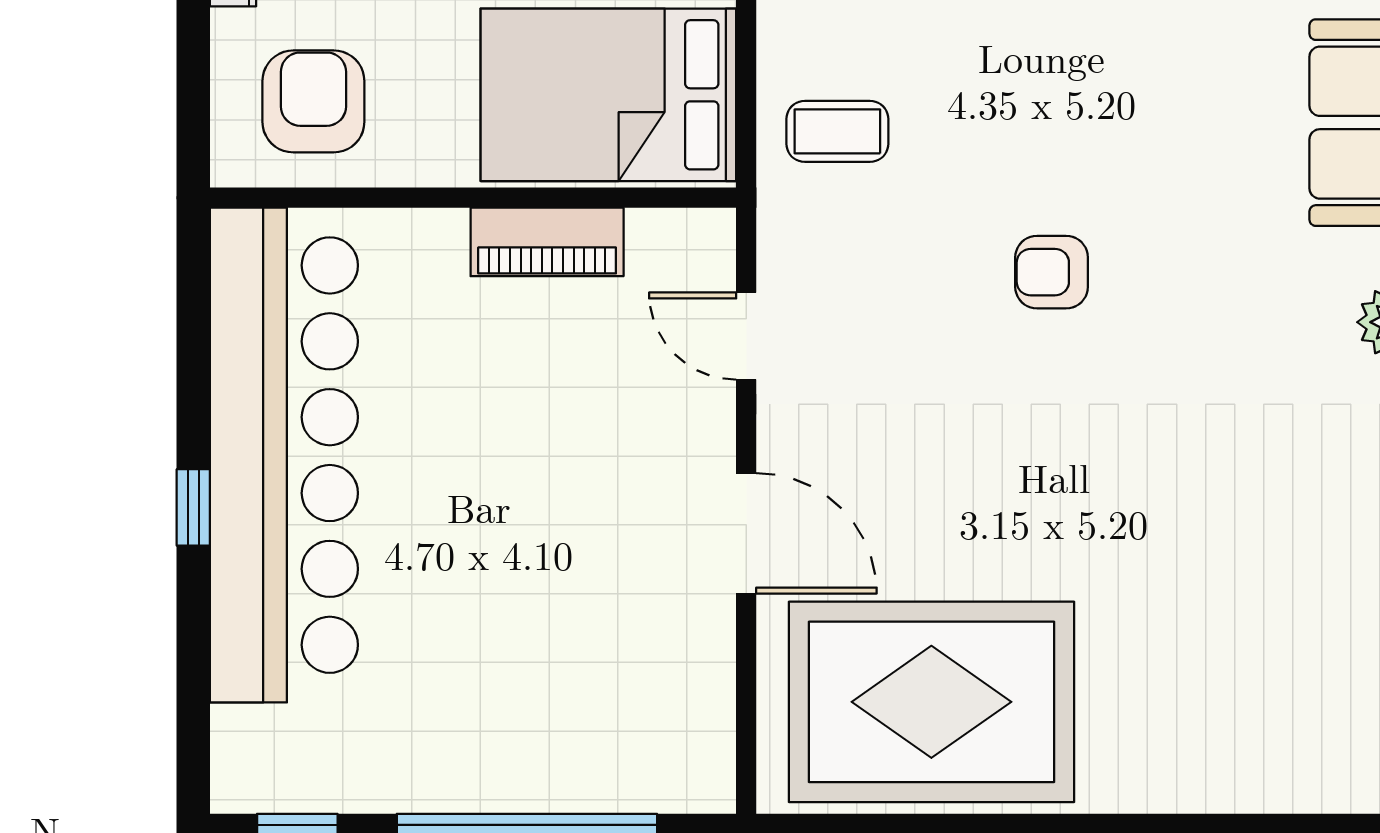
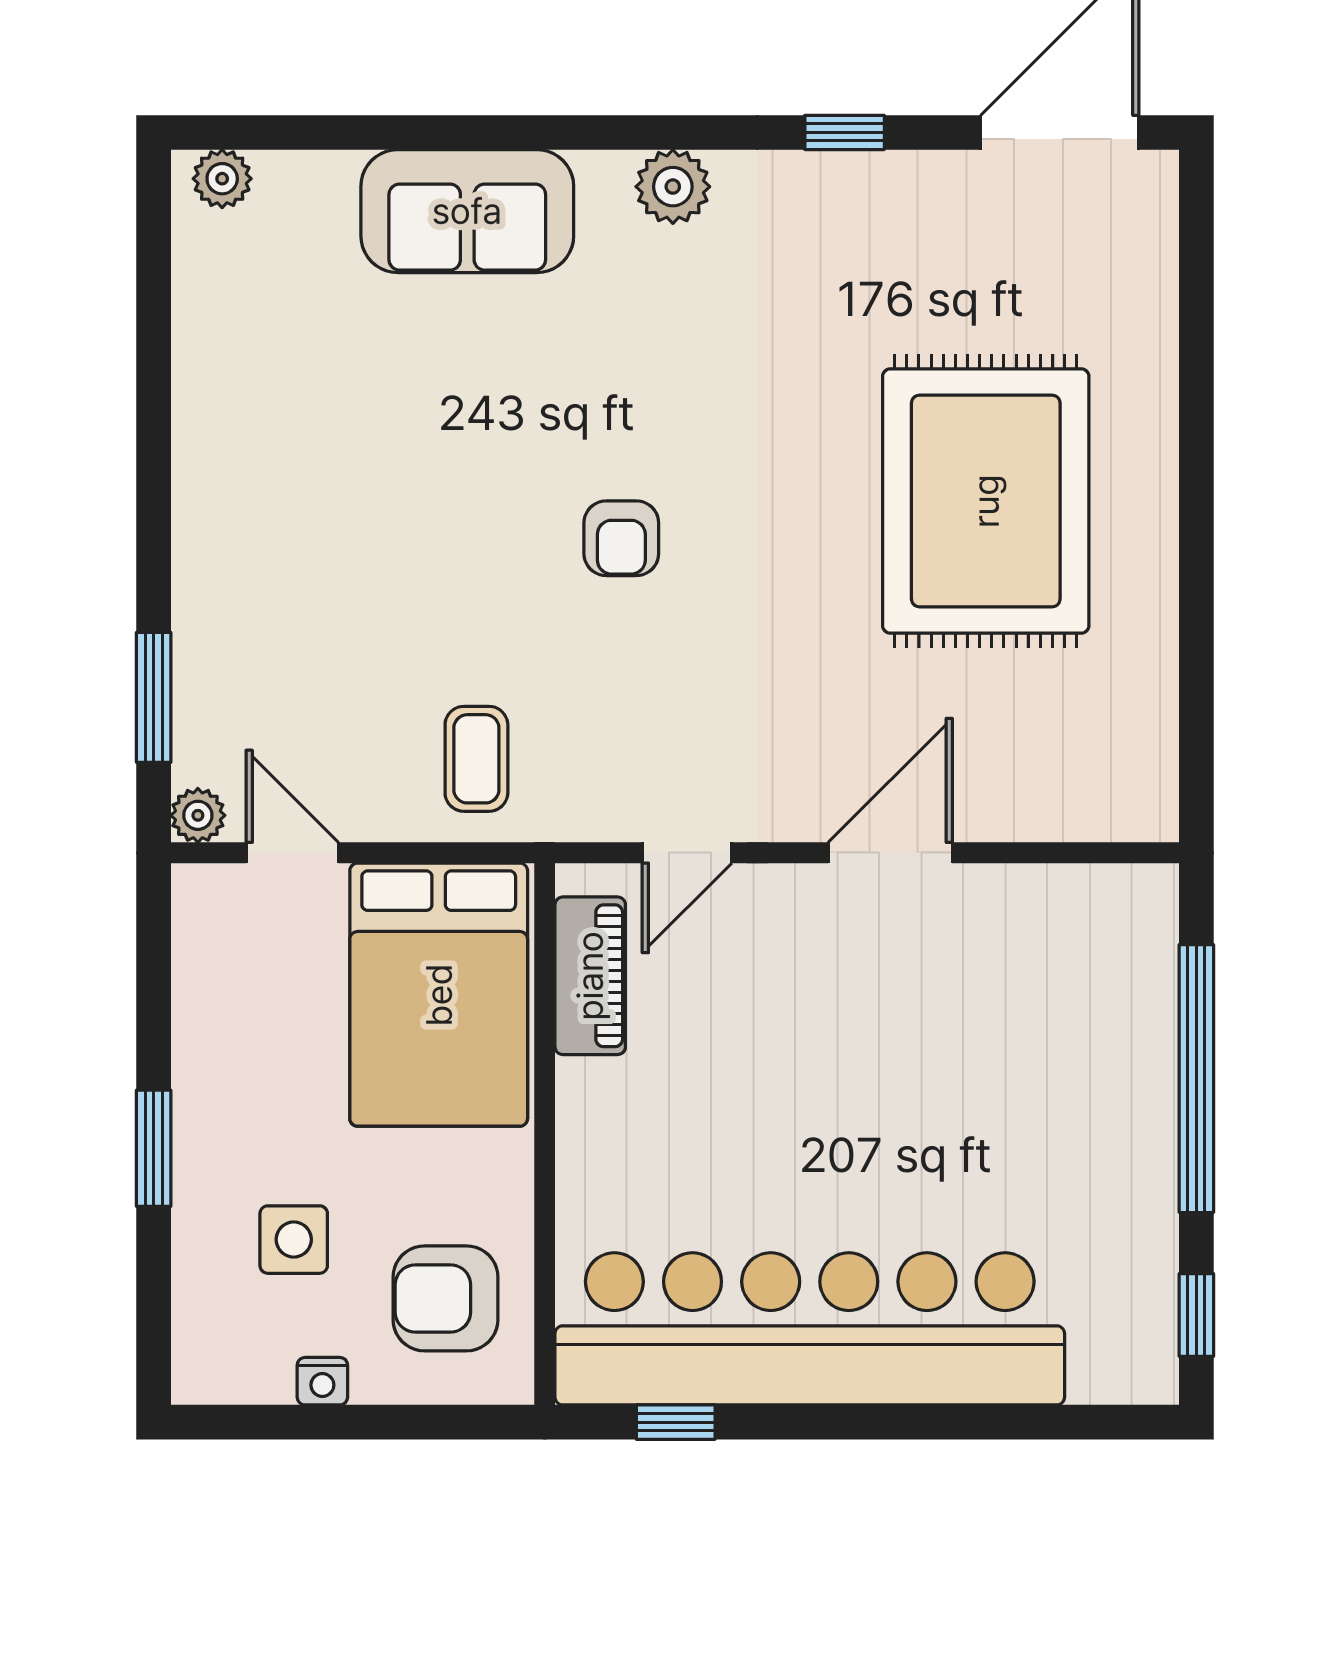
piano: (547, 242) -> (590, 976), moved
window: (193, 507) -> (676, 1422), moved
rug: (931, 702) -> (986, 501), moved

